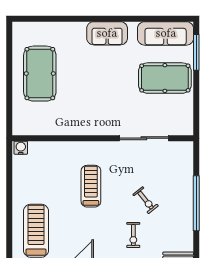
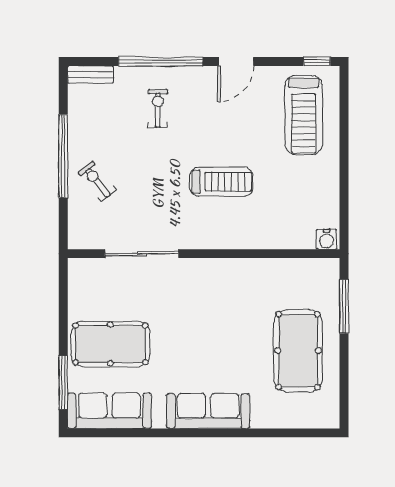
sofa: (107, 33) -> (208, 411), width x1.36
window: (9, 103) -> (344, 306), added
treadmill: (91, 186) -> (221, 182), turned -90
exercise bike: (146, 200) -> (97, 181), moved

